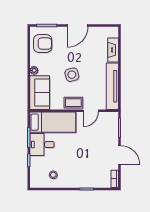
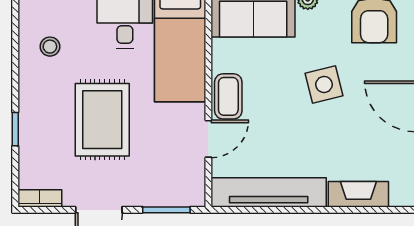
side table: (72, 75) -> (324, 84), moved
door: (91, 111) -> (208, 139), swing flipped
rug: (83, 154) -> (102, 120), added

